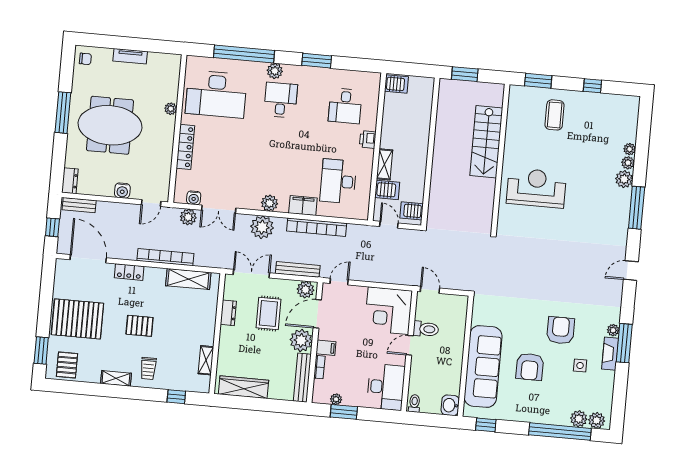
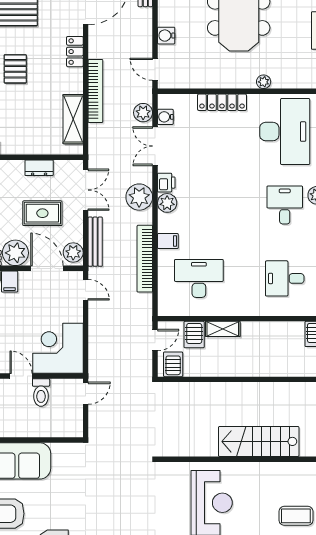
desk: (216, 94) -> (285, 132), turned 180
desk: (281, 100) -> (285, 205), turned -90
printer: (368, 140) -> (166, 183), moved, turned 90
filing cabinet: (303, 206) -> (168, 241), width x0.50

